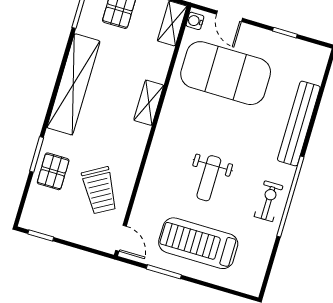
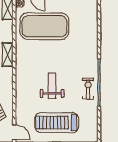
bench: (299, 123) -> (92, 42), removed
weight bench: (209, 178) -> (52, 86), turned 180

